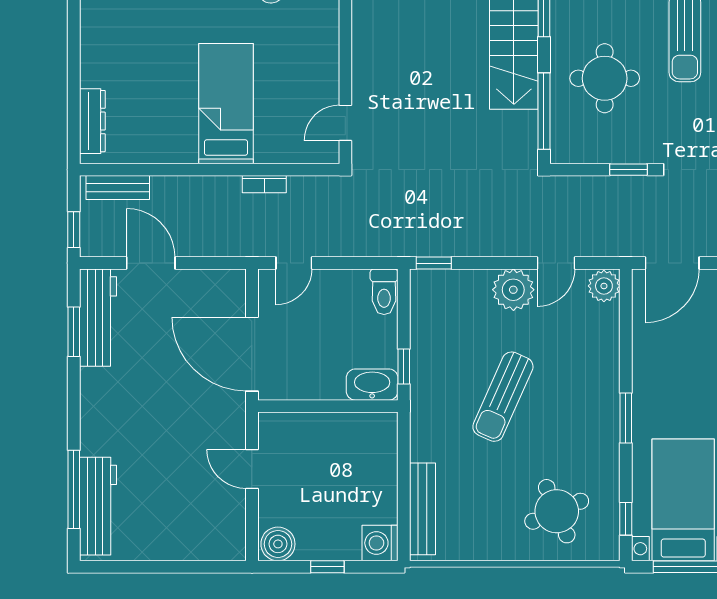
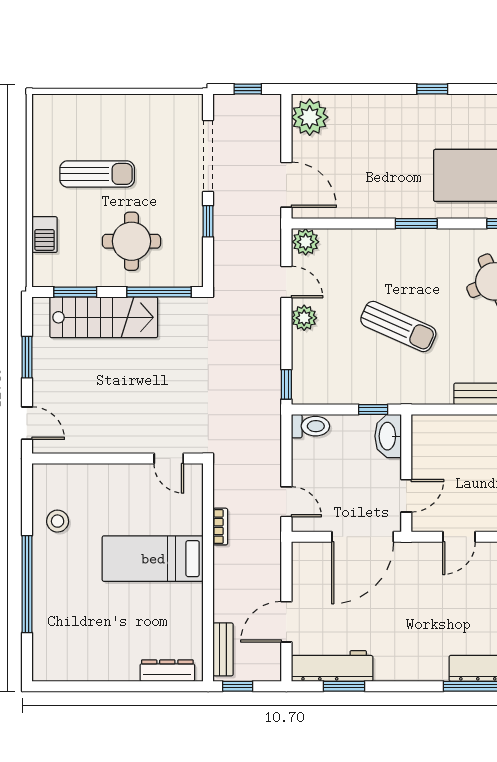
window: (74, 230) -> (238, 686), moved
plant: (513, 290) -> (304, 318), width x0.73, depth x0.73
door: (301, 406) -> (406, 496), added

